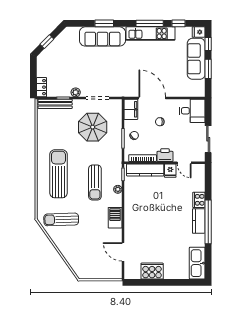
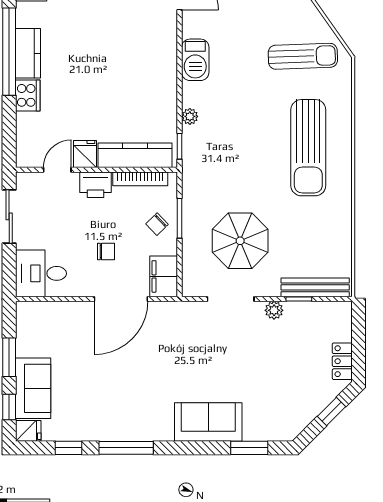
window: (104, 23) -> (249, 448), moved
kitchen unit: (151, 34) -> (124, 428), removed
sofa: (102, 36) -> (208, 422), width x0.73
sofa: (196, 59) -> (33, 388), width x0.73
locker: (42, 87) -> (342, 361), moved
door: (152, 98) -> (121, 299), hinge flipped
door: (184, 163) -> (57, 170), hinge flipped
sun lounger: (95, 183) -> (236, 130), removed

